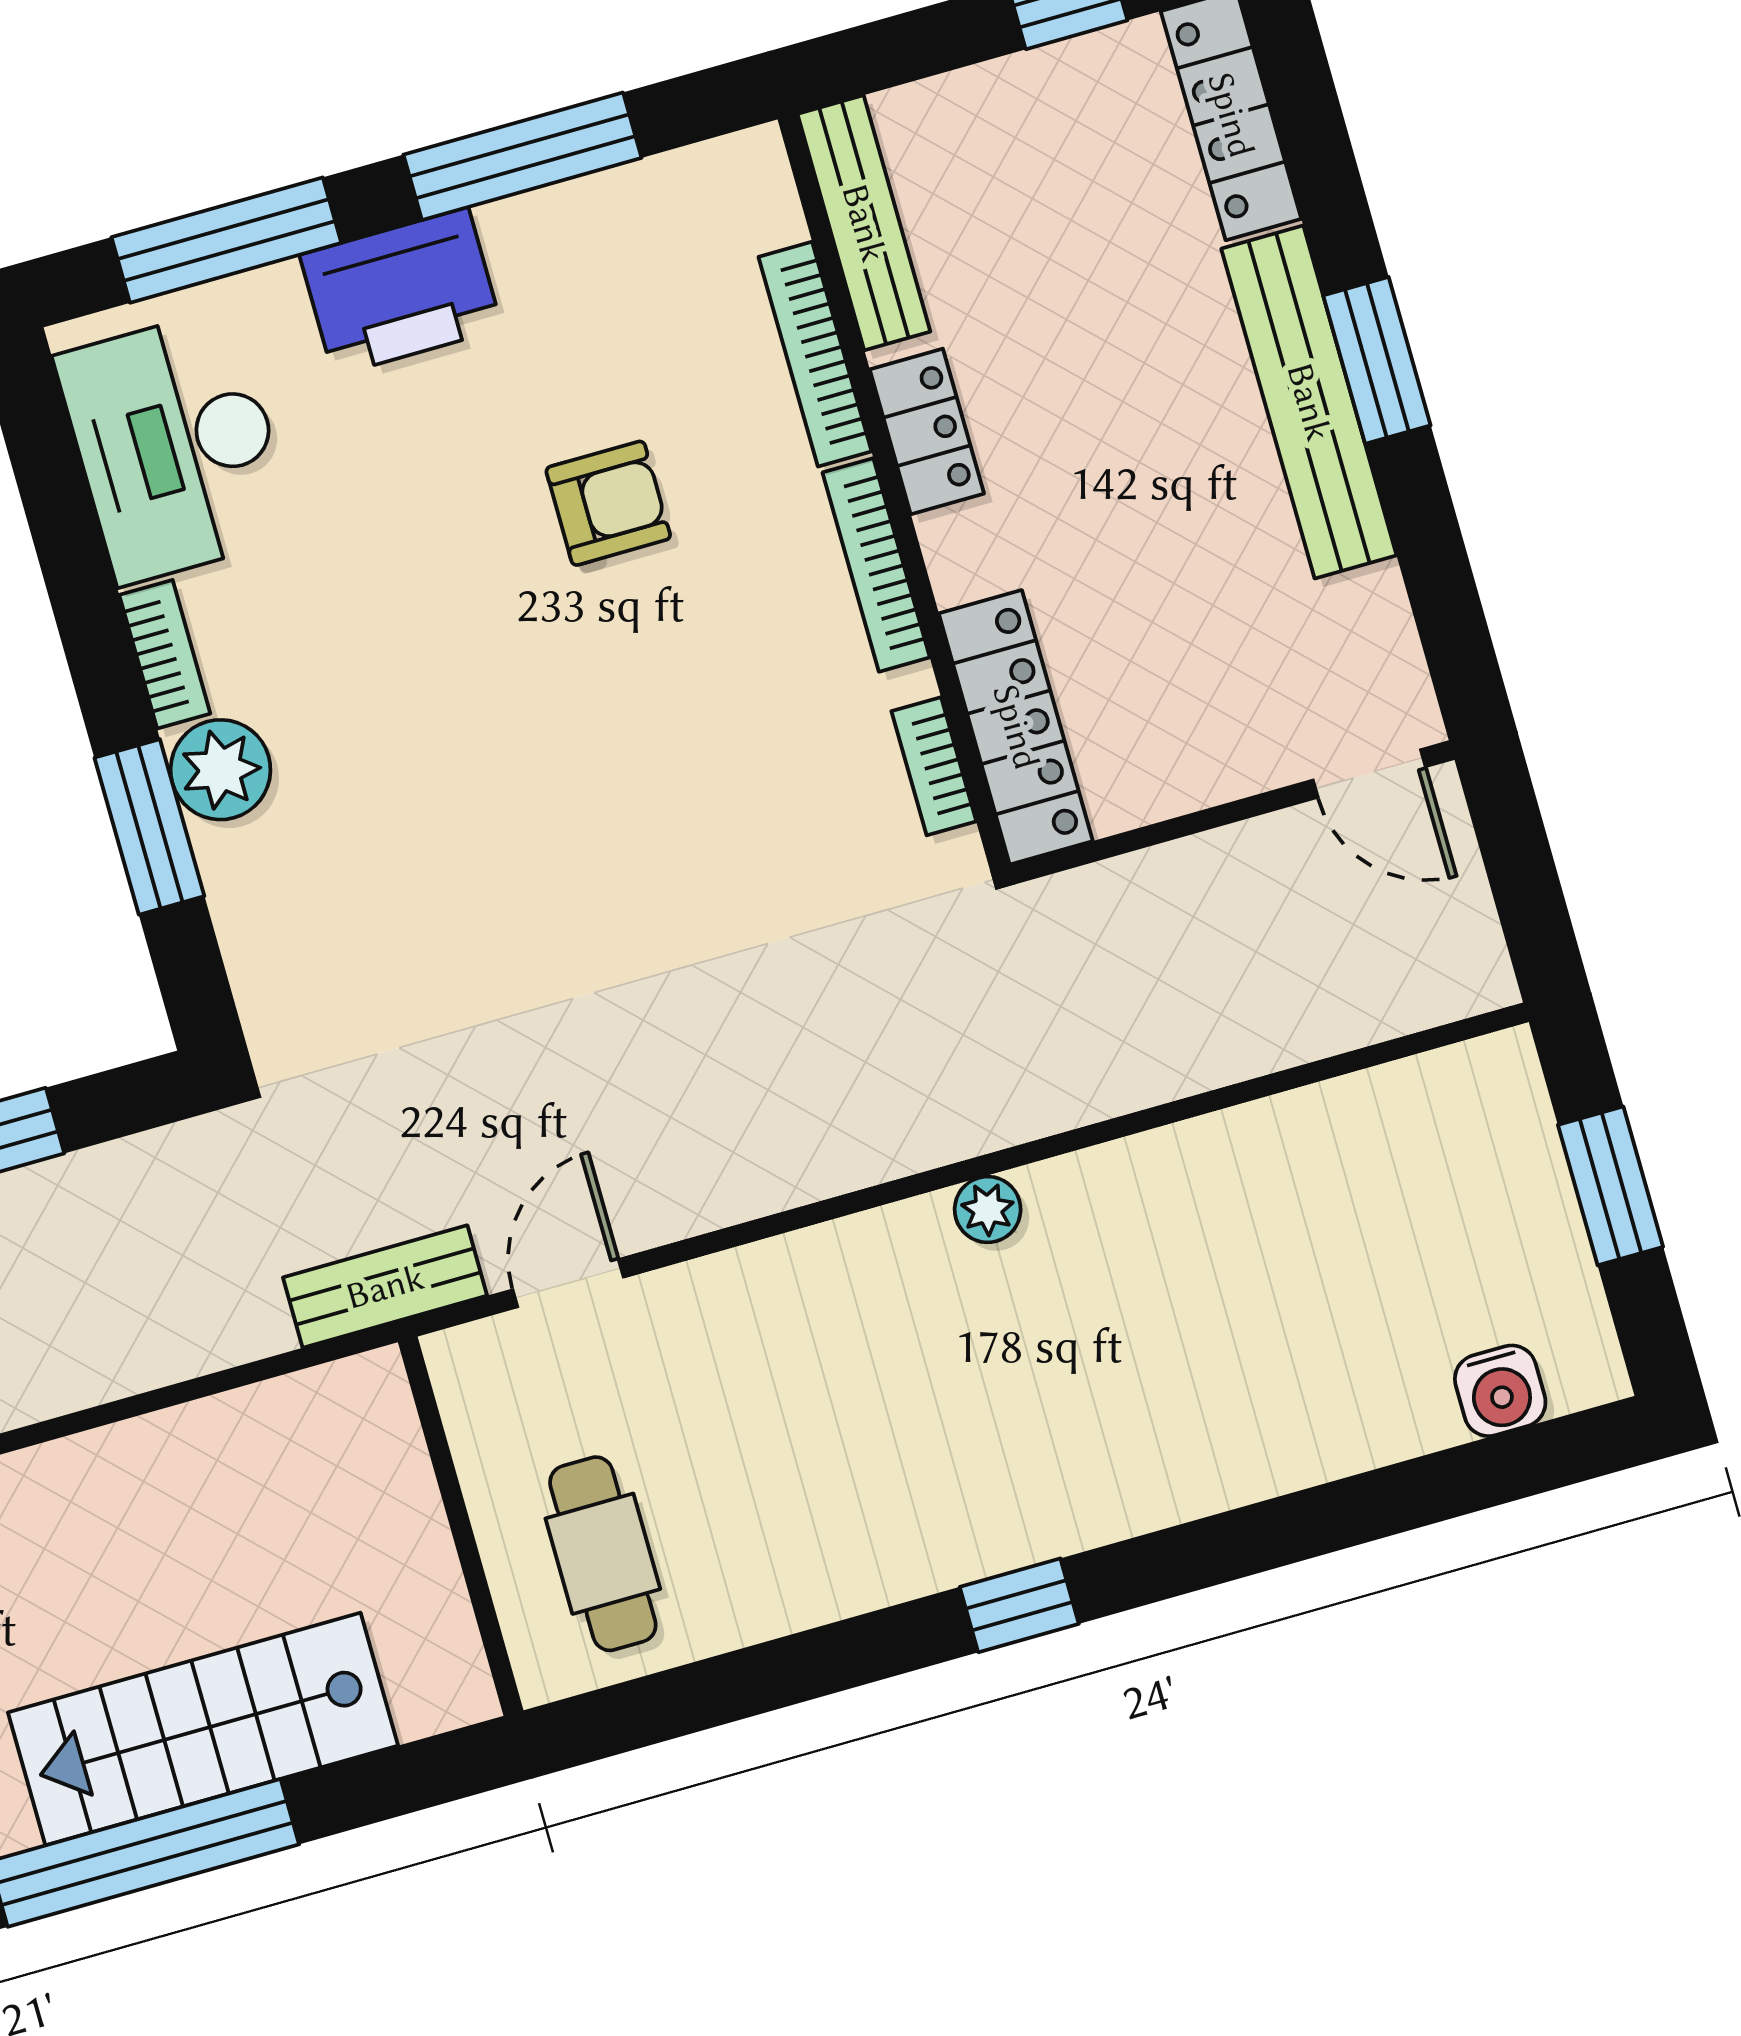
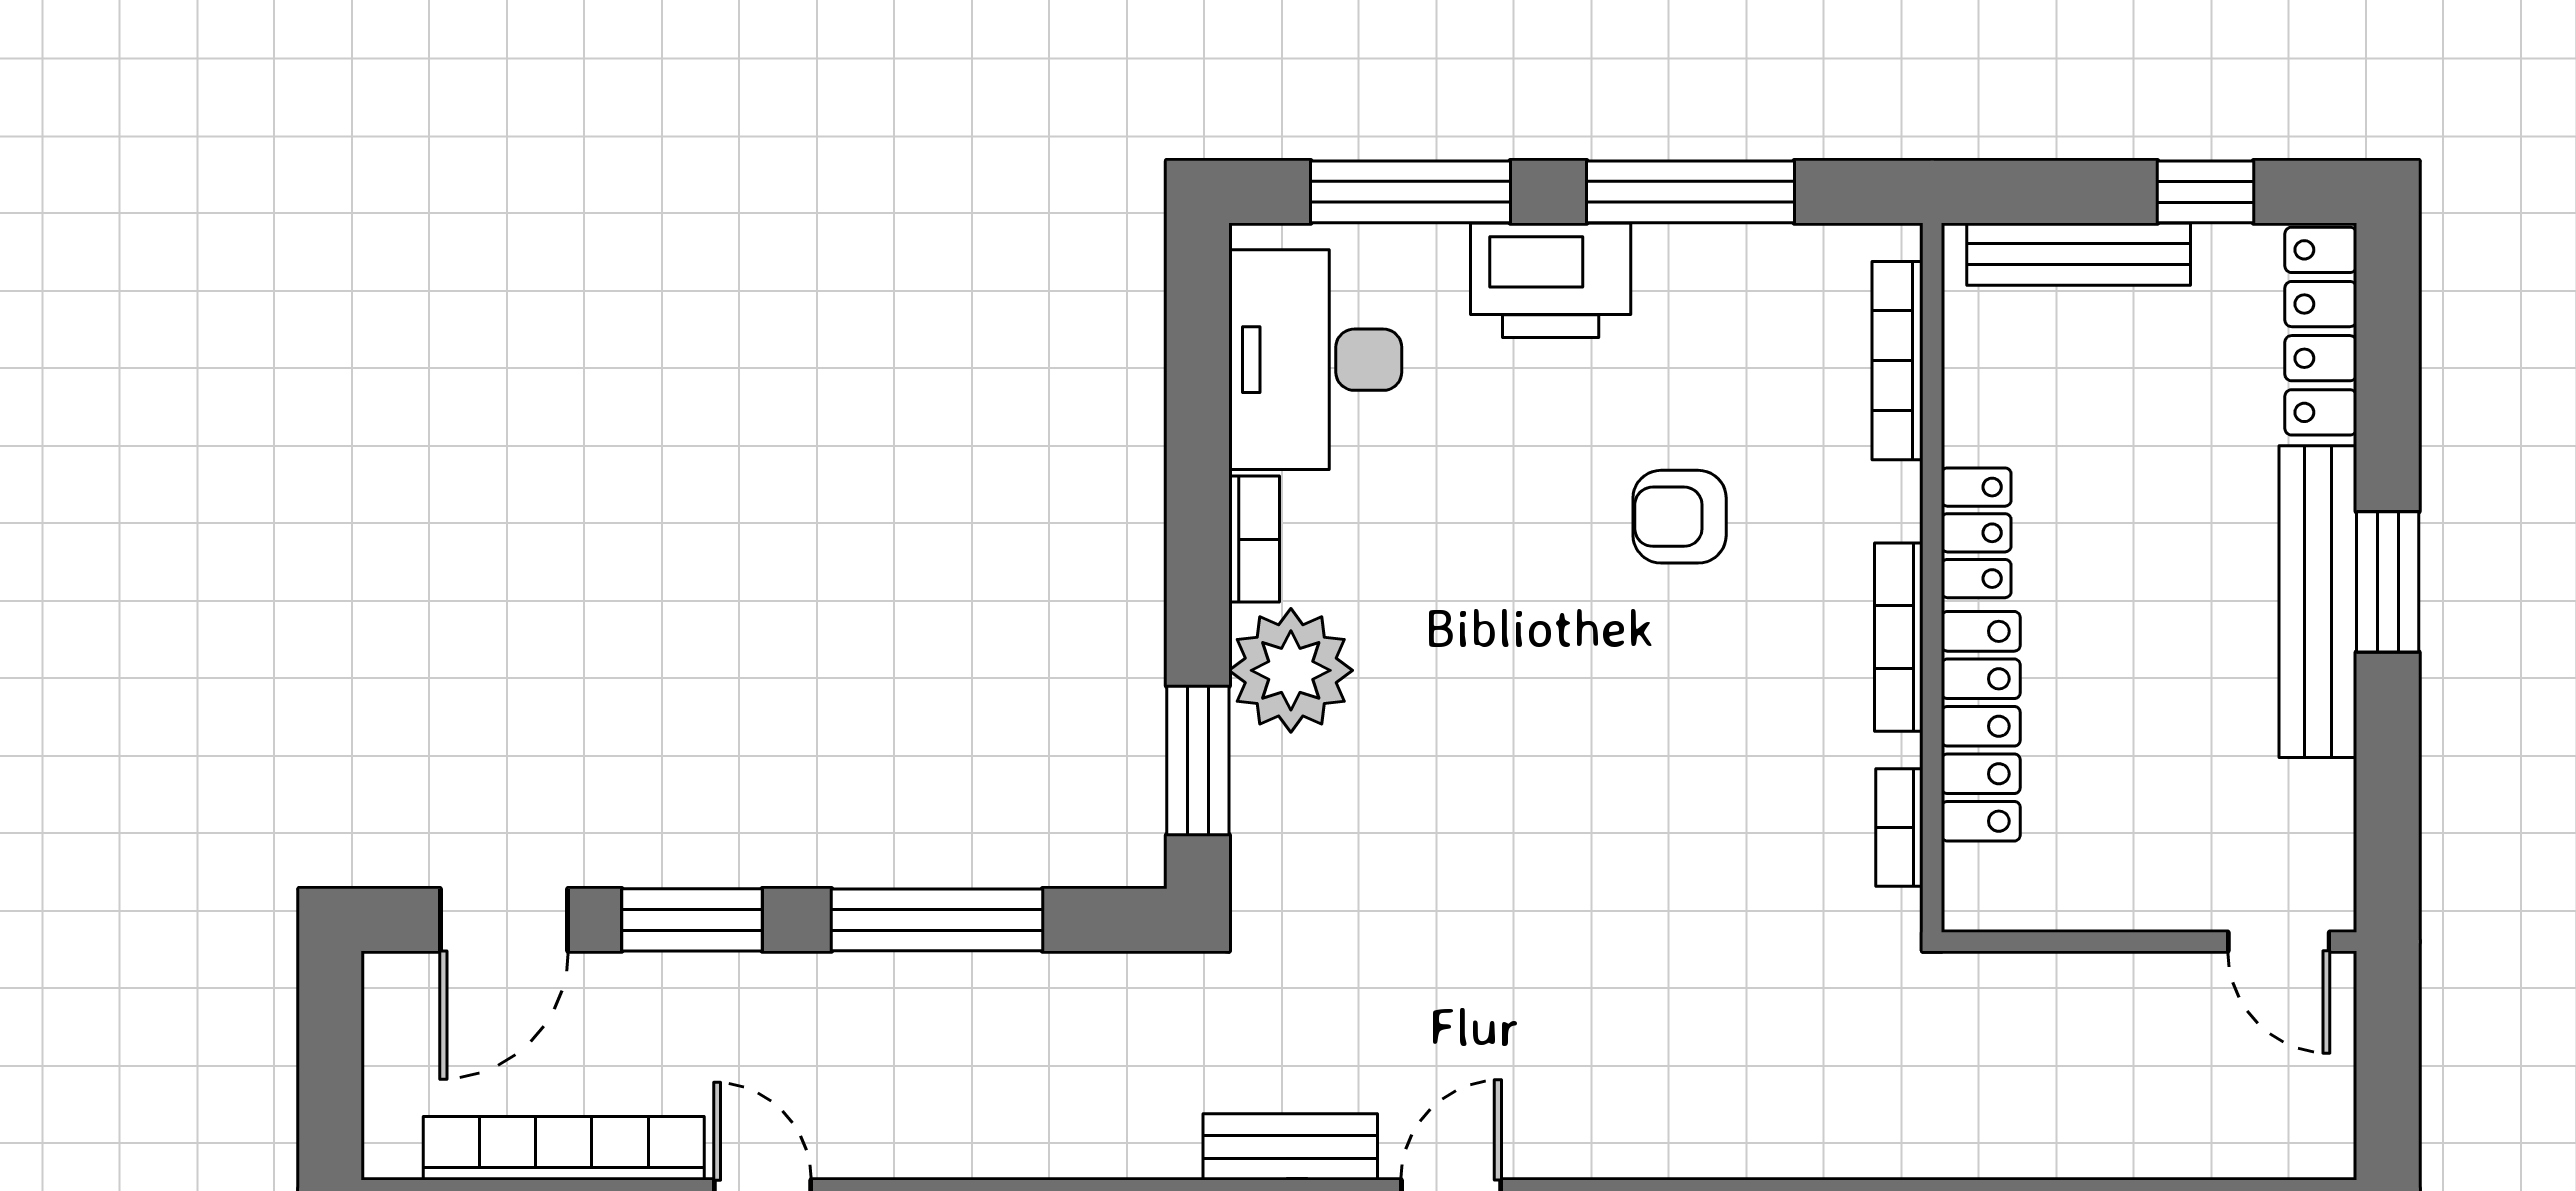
bench: (864, 223) -> (2079, 254), moved, turned 90
bookcase: (815, 354) -> (1898, 361), moved
armchair: (608, 503) -> (1680, 517), turned 180
locker: (1016, 727) -> (1981, 726), moved
plant: (221, 770) -> (1291, 670), width x1.36, depth x1.36
window: (149, 827) -> (1198, 761), moved

